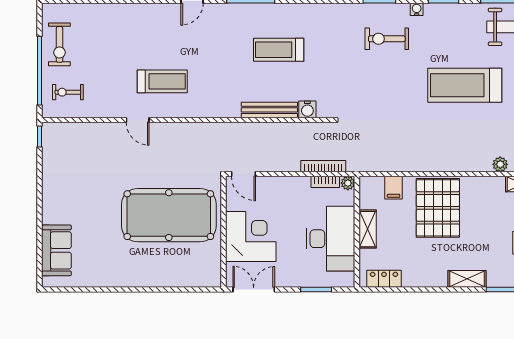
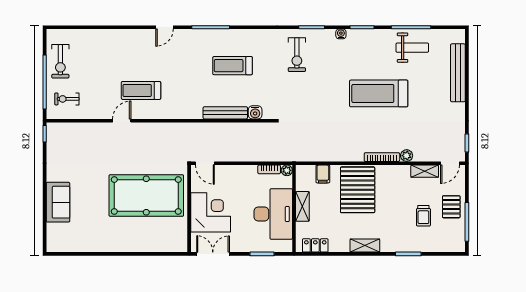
exercise bike: (387, 39) -> (297, 55), moved, turned -90
treadmill: (162, 81) -> (141, 90), turned 180
door: (138, 120) -> (122, 121), swing flipped
bookcase: (323, 166) -> (382, 157), moved
sofa: (56, 250) -> (58, 202), moved
shelving: (467, 279) -> (365, 246), moved

